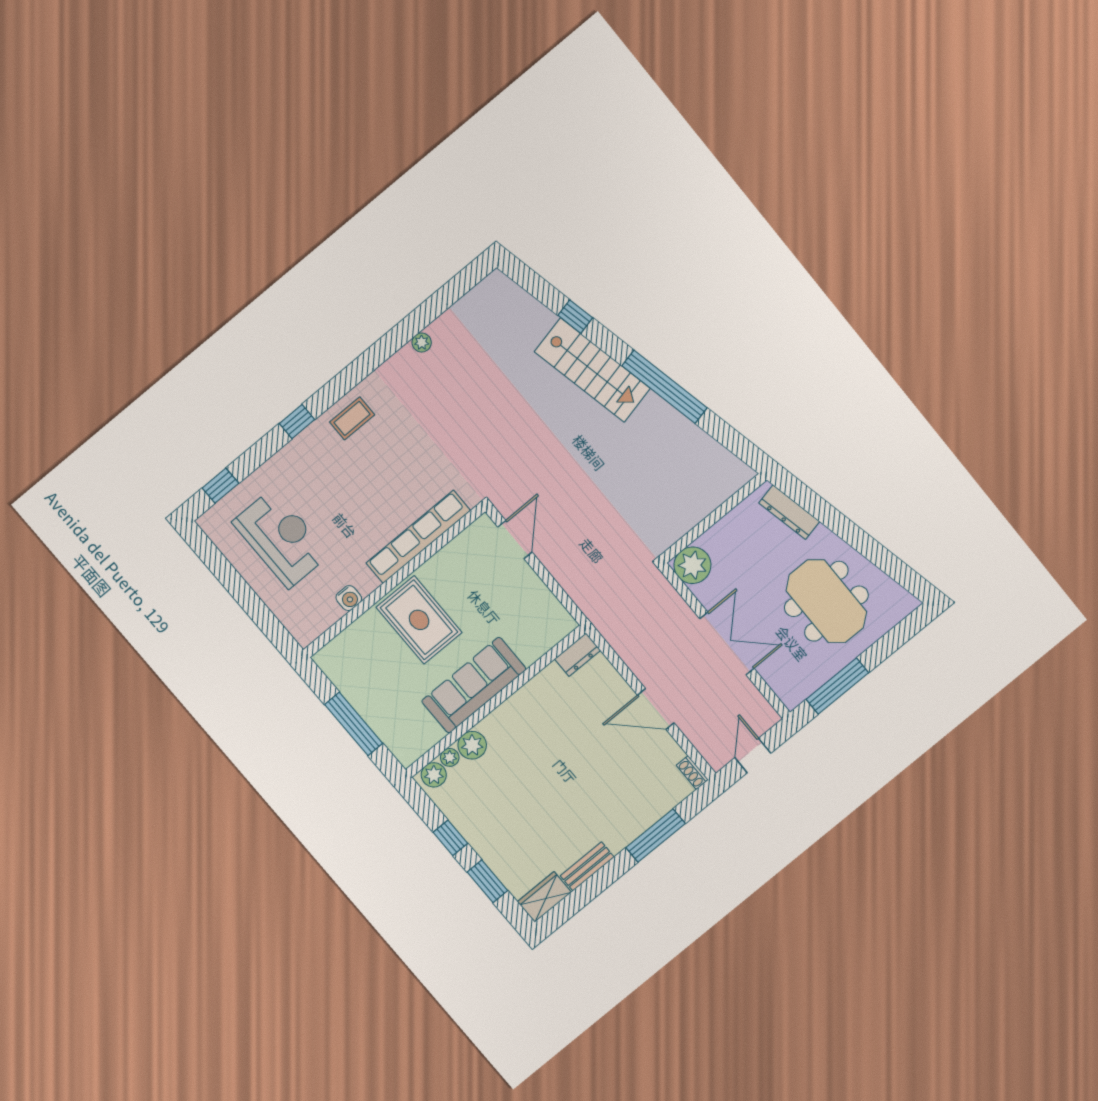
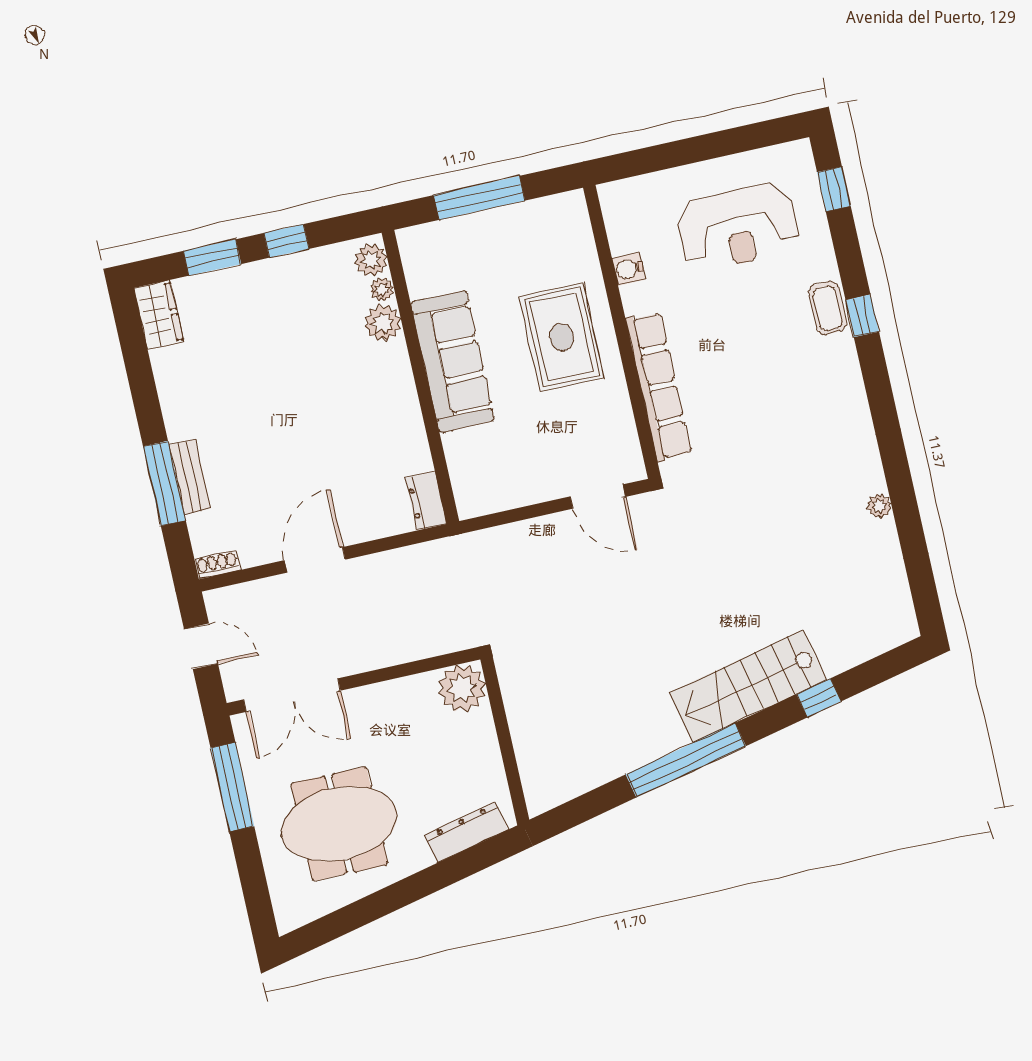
coffee table: (352, 418) -> (828, 308), moved
rug: (419, 620) -> (562, 337), turned 90
double door: (727, 643) -> (292, 695), moved
bench: (587, 866) -> (190, 477), moved

